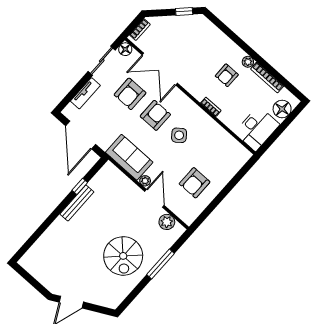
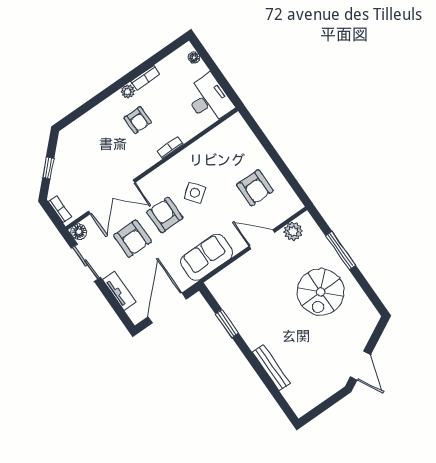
window: (184, 11) -> (48, 168), moved
bookcase: (267, 78) -> (145, 78), width x0.64
floor lamp: (282, 109) -> (194, 57), width x0.53, depth x0.53
door: (81, 135) -> (167, 308), swing flipped
plant: (145, 181) -> (239, 245), removed
window: (80, 186) -> (227, 323), width x1.50
bench: (77, 203) -> (271, 368), moved
spiral stairs: (123, 256) -> (321, 292), turned 90

